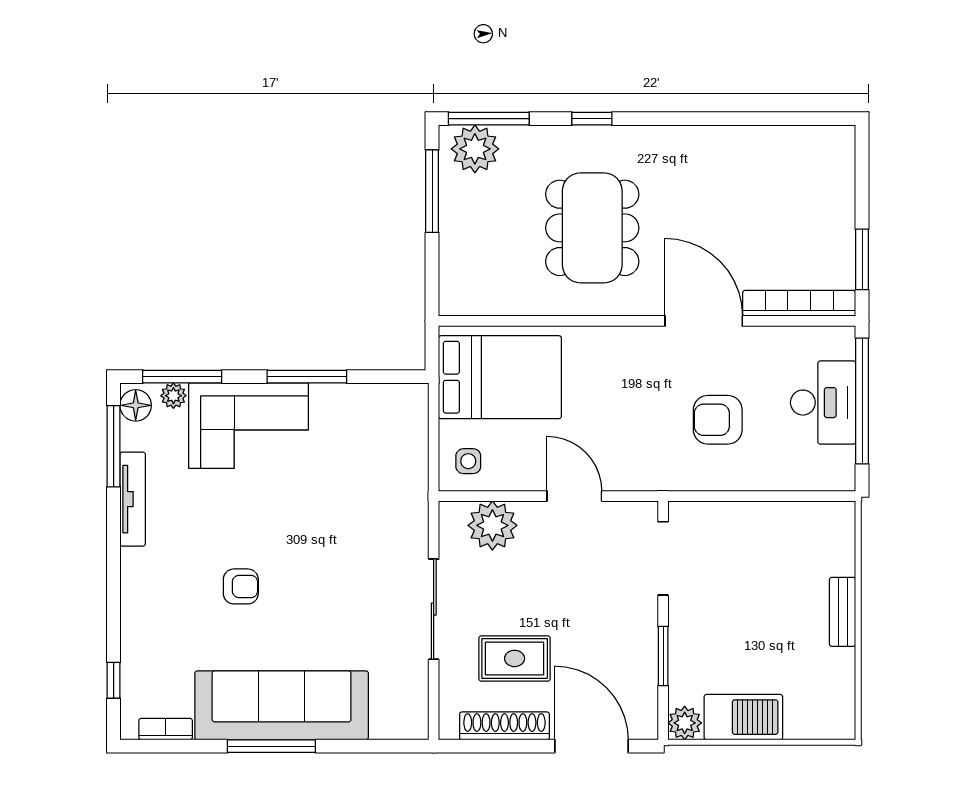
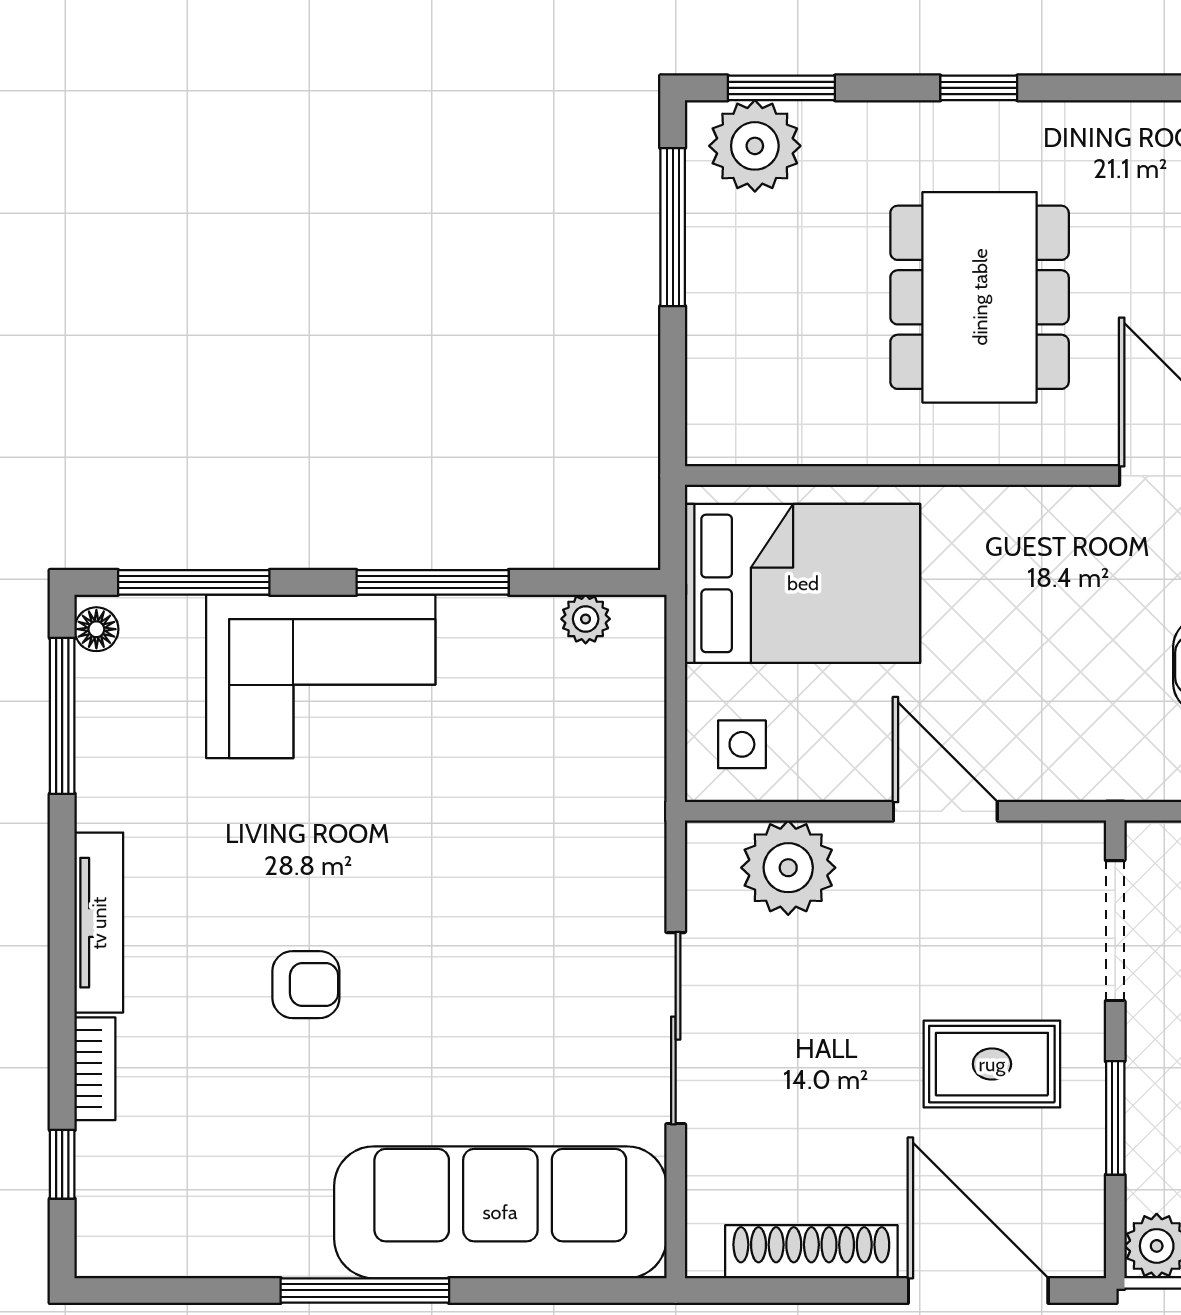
window: (489, 119) -> (781, 88), width x0.69
plant: (173, 396) -> (586, 619), moved
floor lamp: (136, 405) -> (96, 629), width x0.73, depth x0.73
tv unit: (133, 499) -> (99, 923), moved
rug: (515, 658) -> (992, 1064), moved
sofa: (282, 705) -> (500, 1212), moved
bookcase: (166, 729) -> (95, 1069), moved, turned 90

